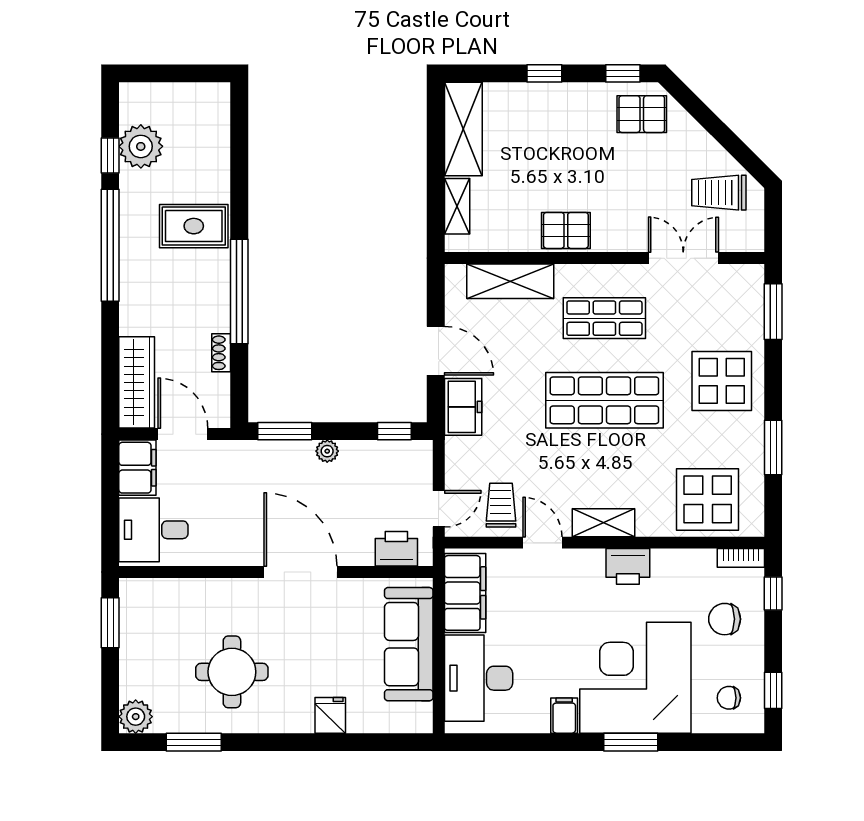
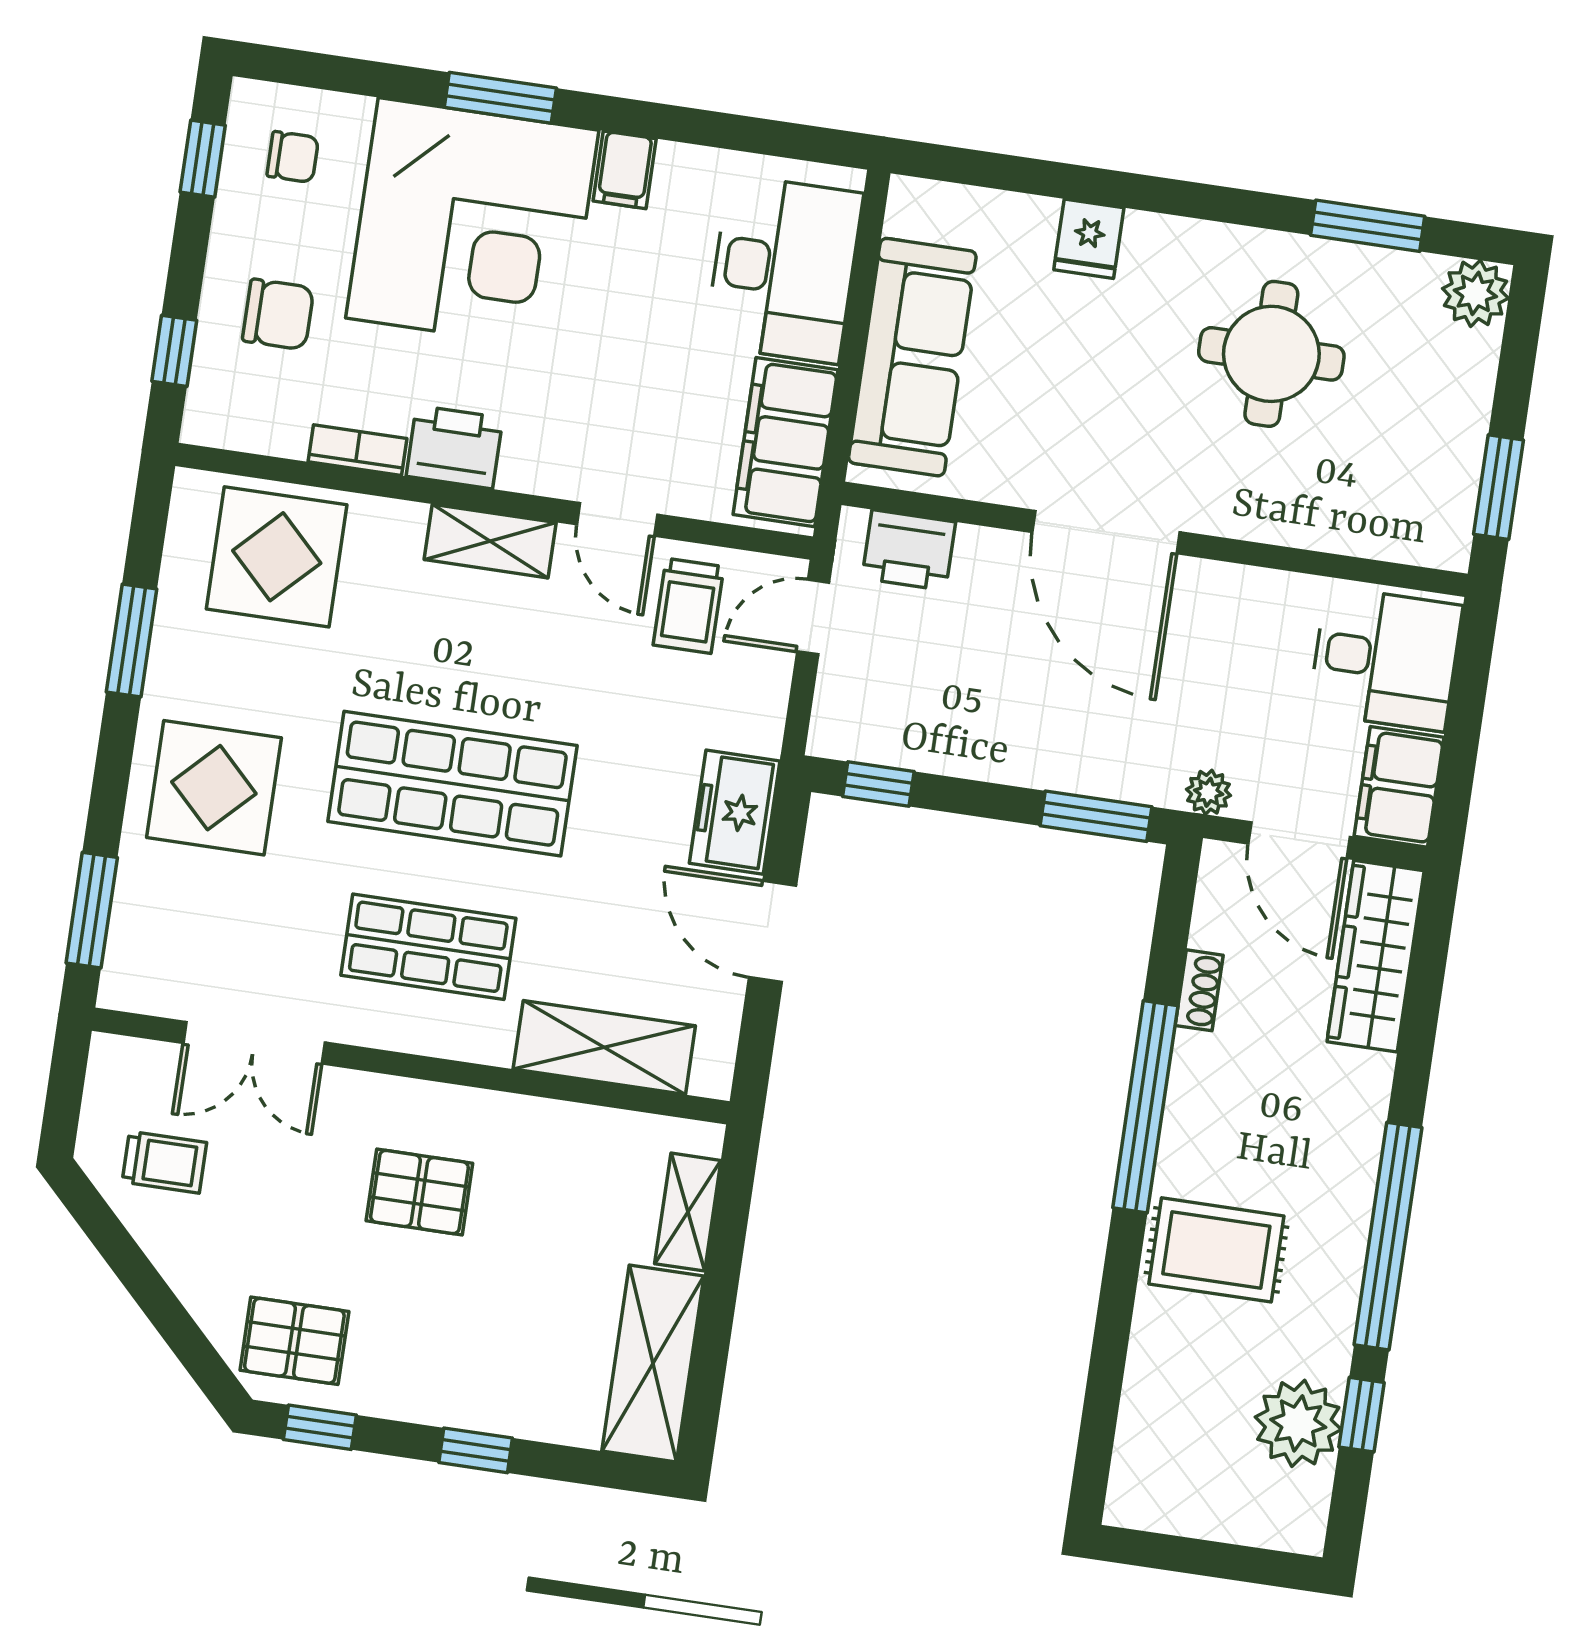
trolley: (719, 193) -> (164, 1162), width x0.73, depth x0.72
pallet: (566, 230) -> (419, 1192), moved
plant: (327, 451) -> (1209, 792), moved
bookcase: (741, 558) -> (357, 450), moved

